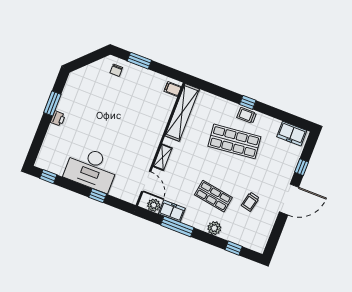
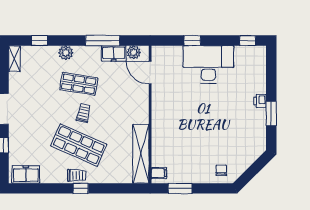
window: (139, 61) -> (180, 188), moved
shop shelf: (234, 141) -> (79, 145), turned 30
shelving: (163, 157) -> (14, 59), moved
trolley: (250, 202) -> (84, 113), moved

